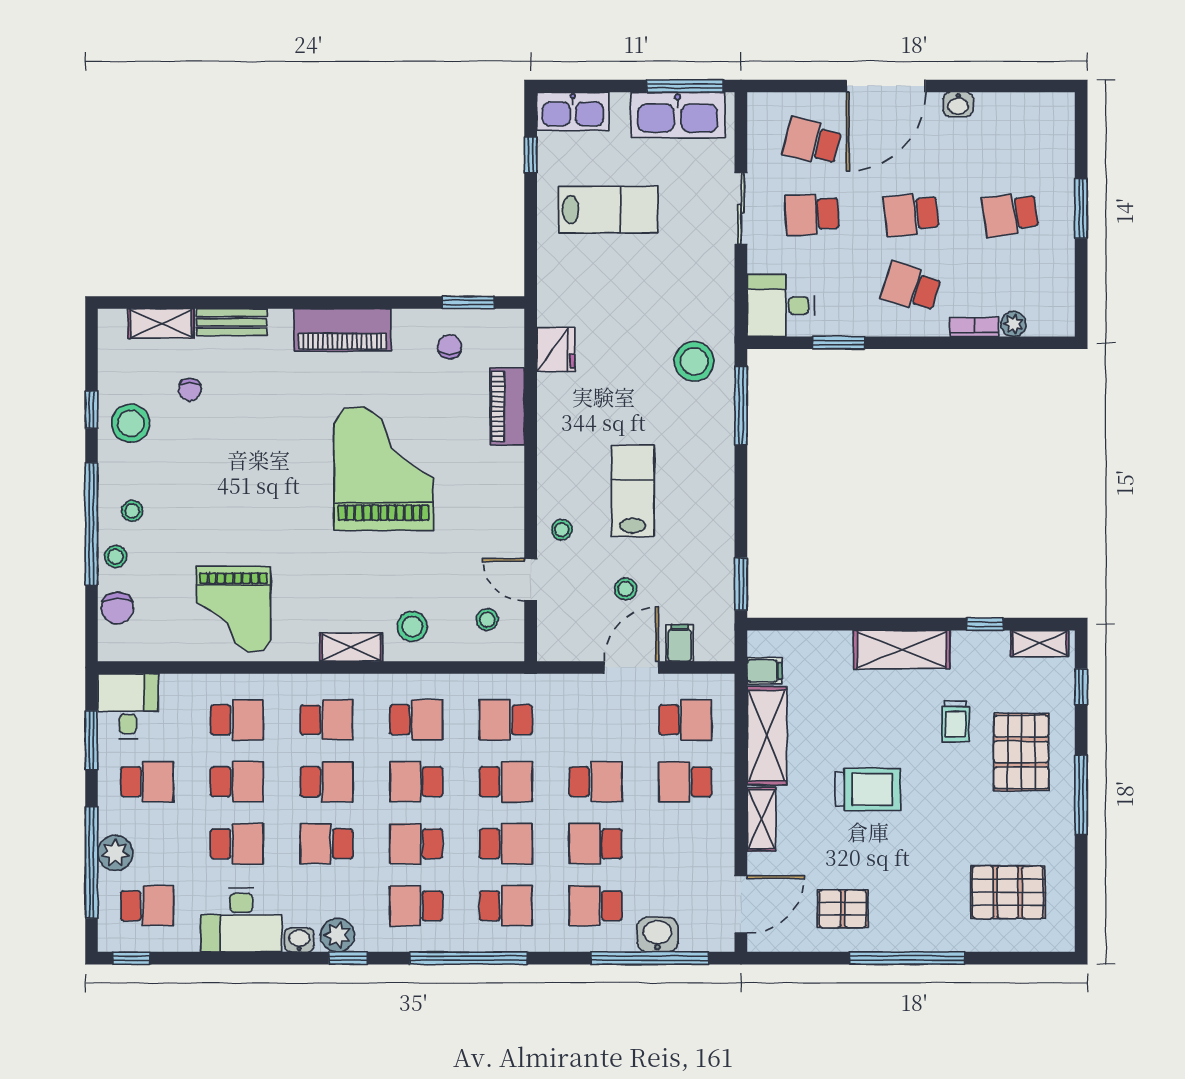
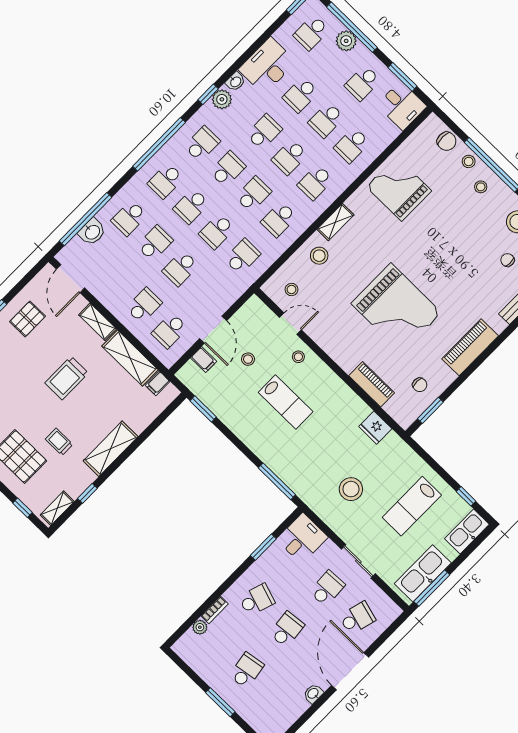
stool: (694, 361) -> (351, 489), moved
chair: (117, 608) -> (447, 141), turned 180
school desk: (596, 906) -> (129, 218), turned 180

